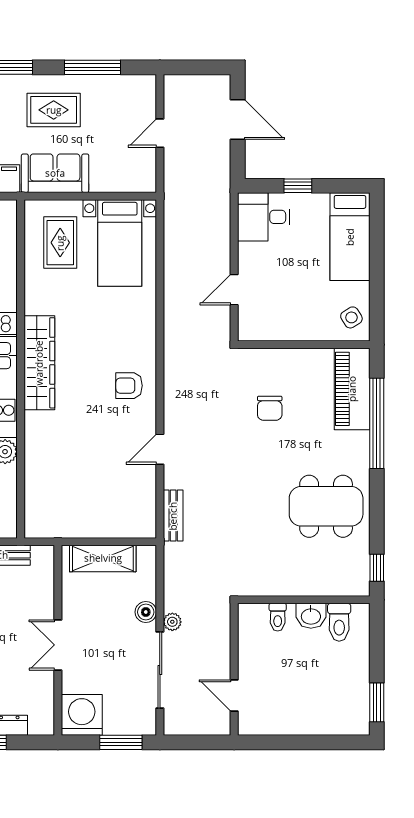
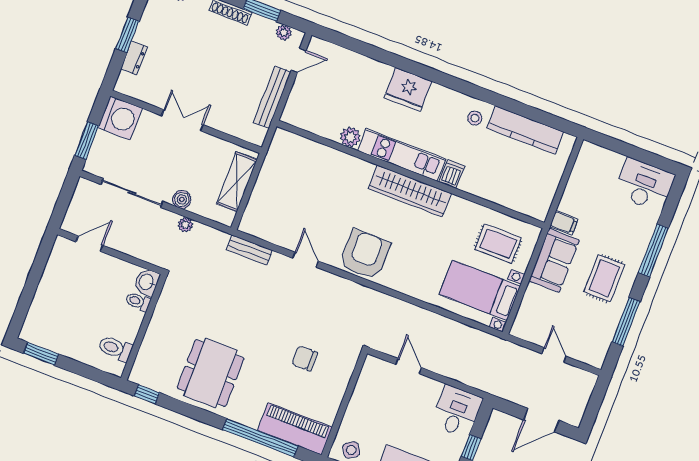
armchair: (129, 386) -> (365, 255), width x1.88, depth x1.88
washbasin: (311, 616) -> (147, 282), moved
plant: (172, 622) -> (185, 225), moved

